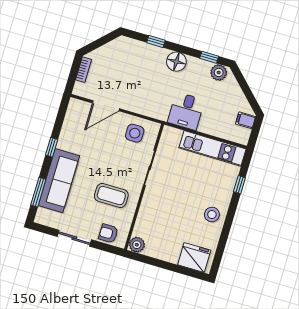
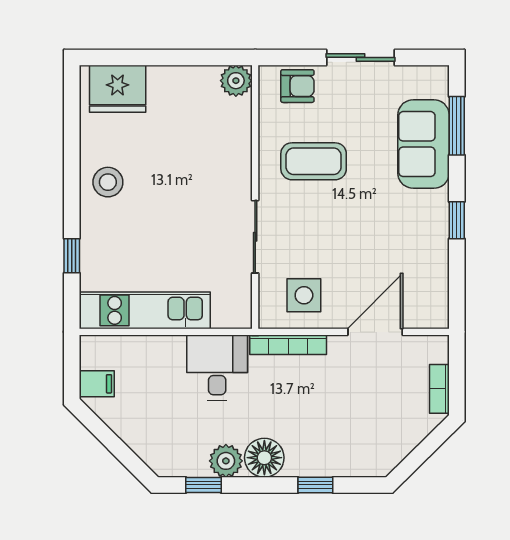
plant: (219, 72) -> (226, 461), moved
bookcase: (149, 112) -> (288, 345), added
sofa: (59, 181) -> (424, 144), width x0.73

